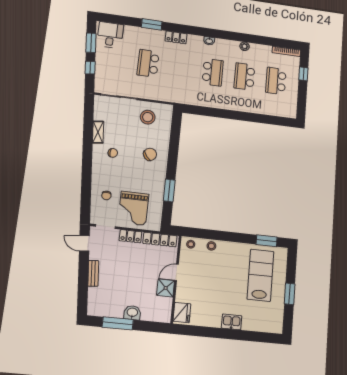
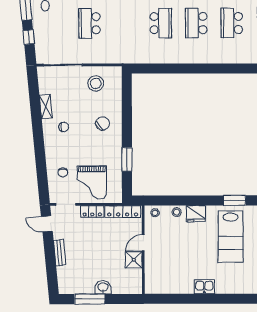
lab bench: (260, 275) -> (231, 237), turned 180
fridge: (182, 313) -> (196, 214), moved, turned 90

